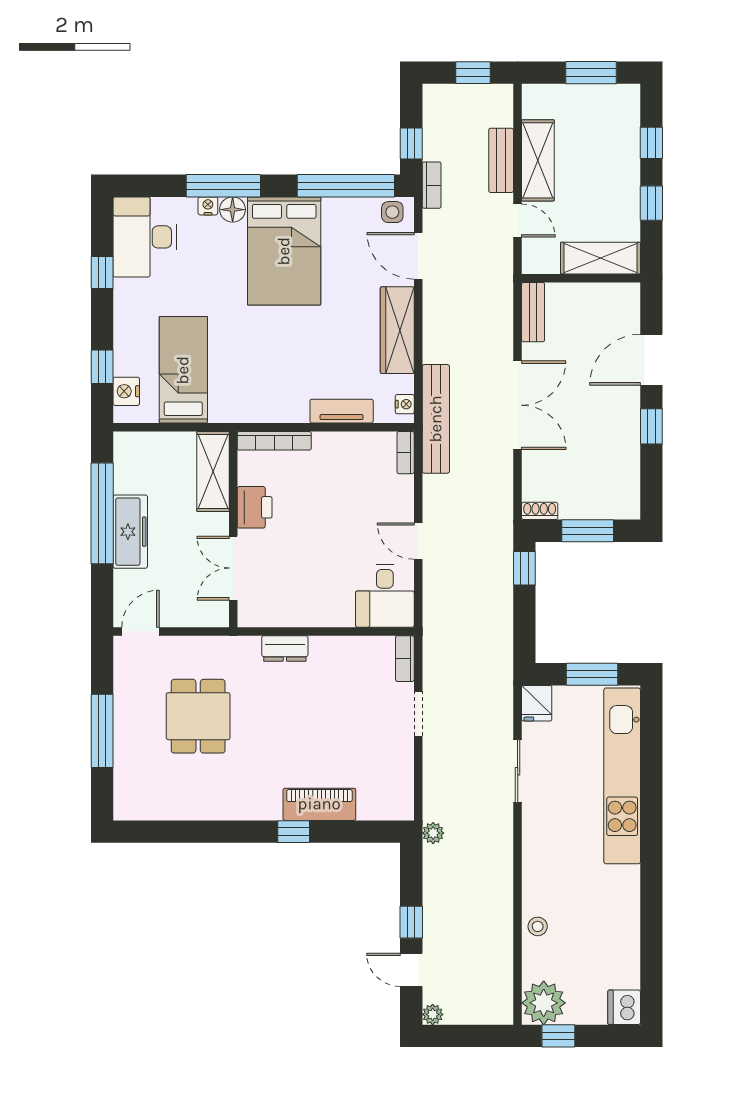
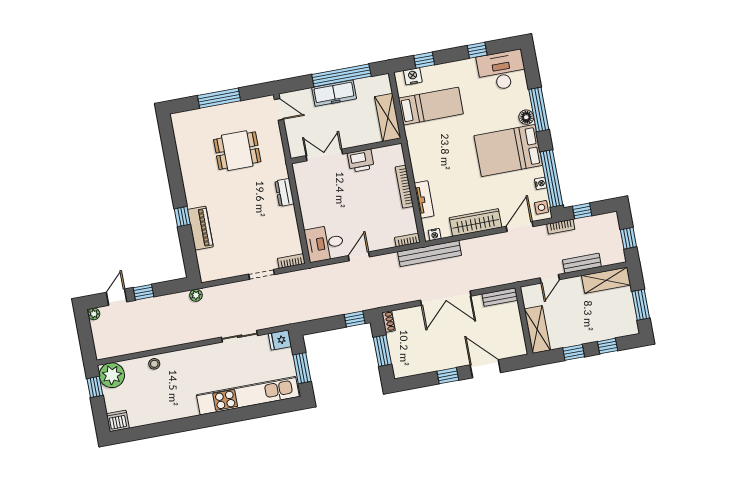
shelving: (538, 160) -> (606, 280), moved
nightstand: (208, 206) -> (541, 183), moved
bookcase: (274, 441) -> (404, 187), moved
shelving: (213, 472) -> (388, 117), moved, turned 90

